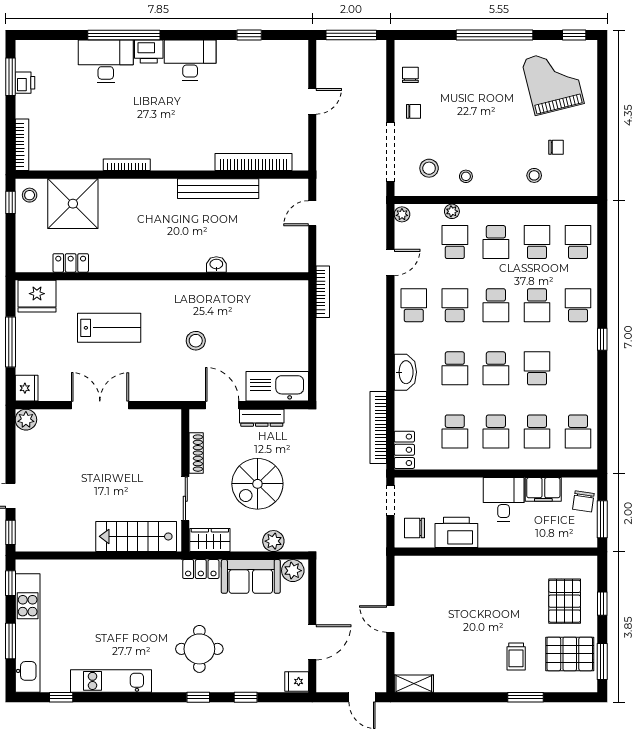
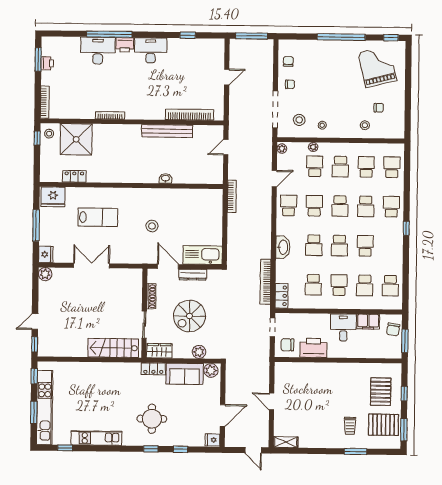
school desk: (496, 432) -> (339, 285), turned 180

